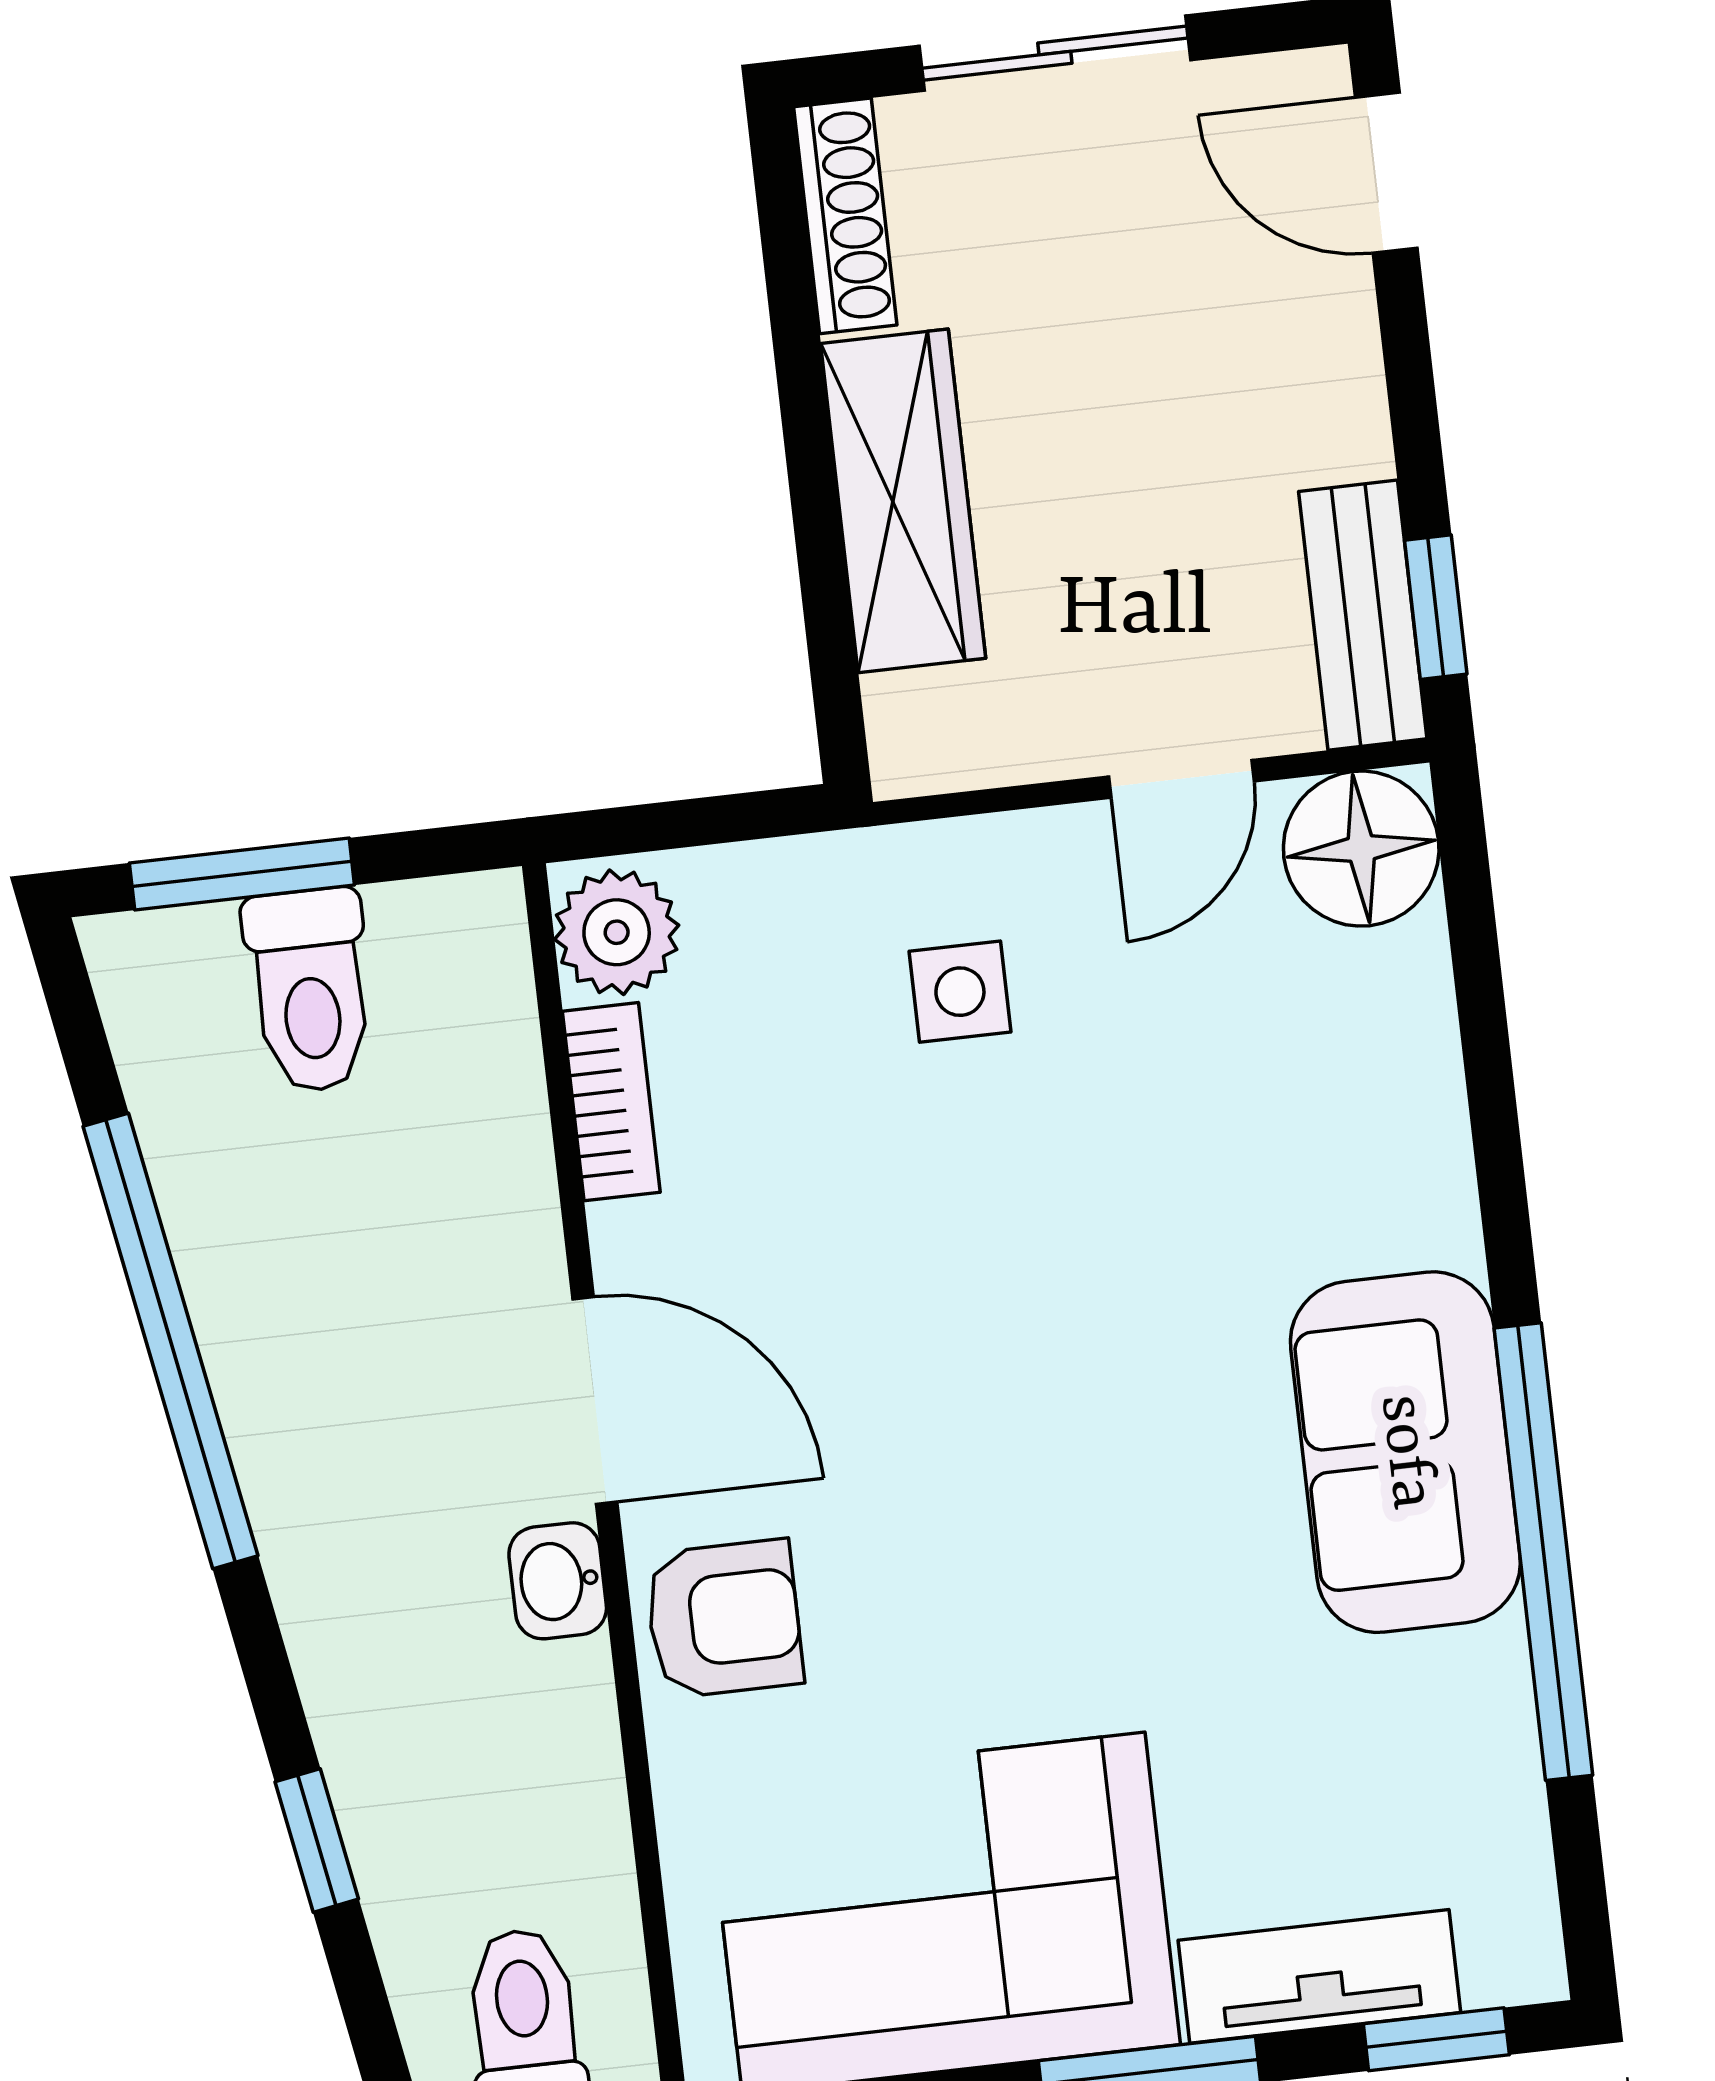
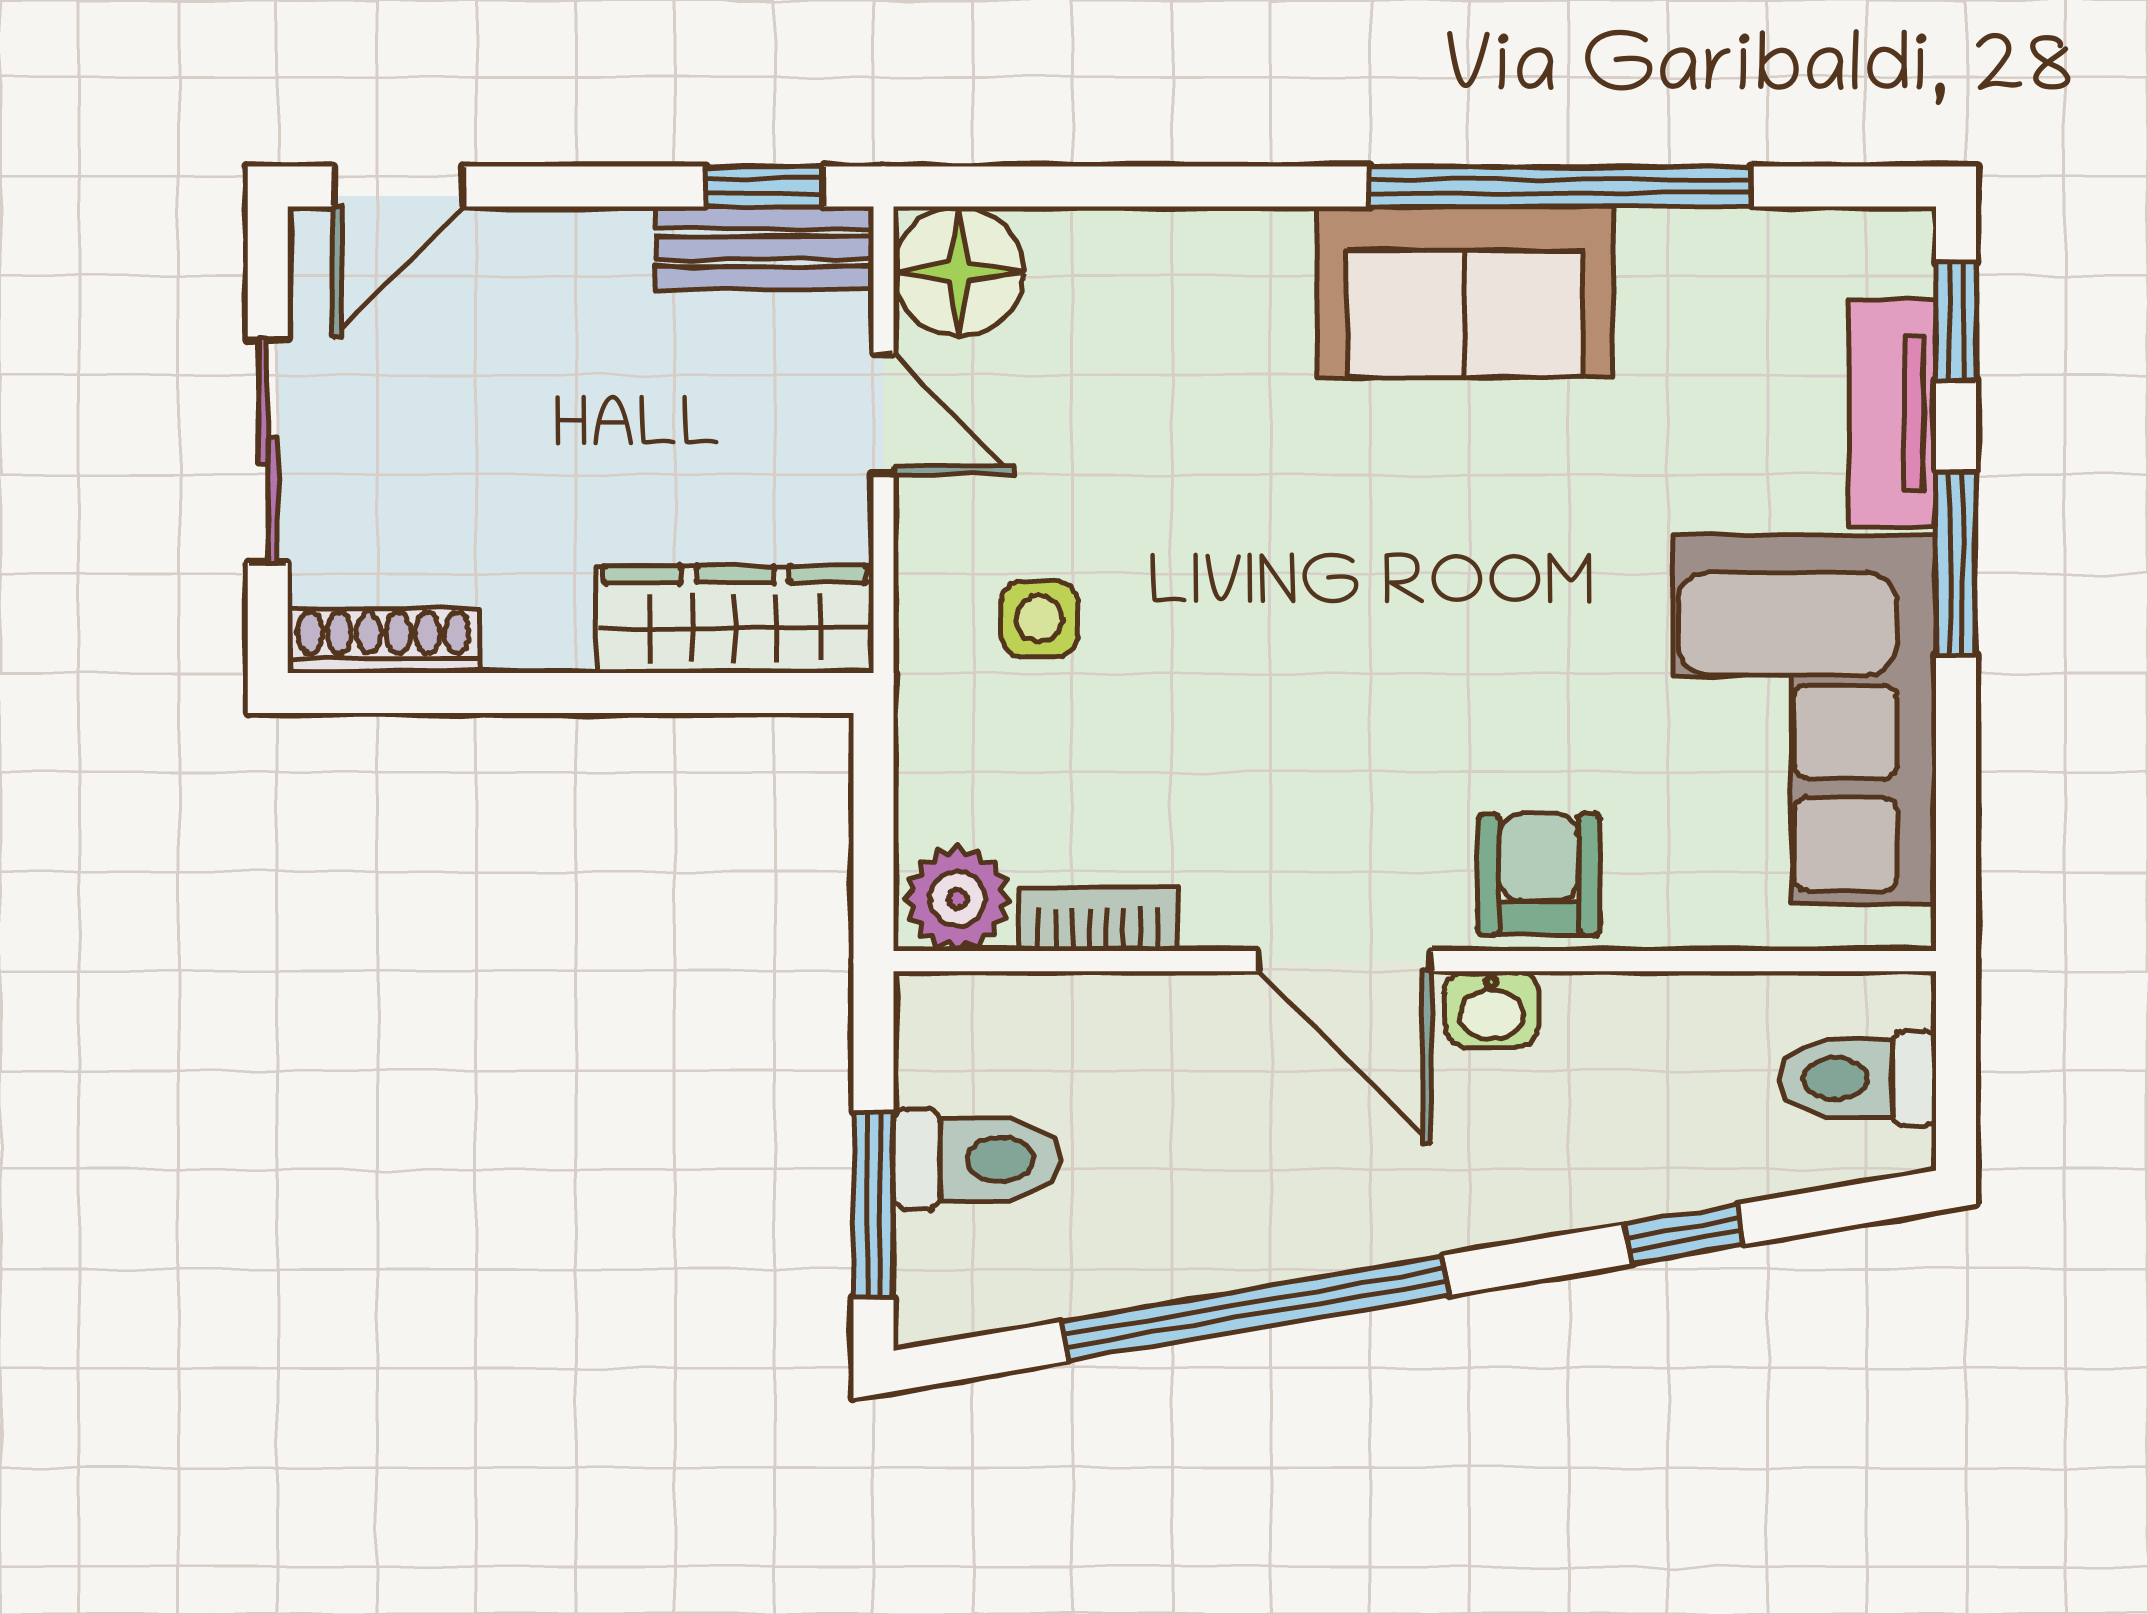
wardrobe: (903, 501) -> (735, 619), moved
door: (595, 1400) -> (1345, 961), swing flipped

